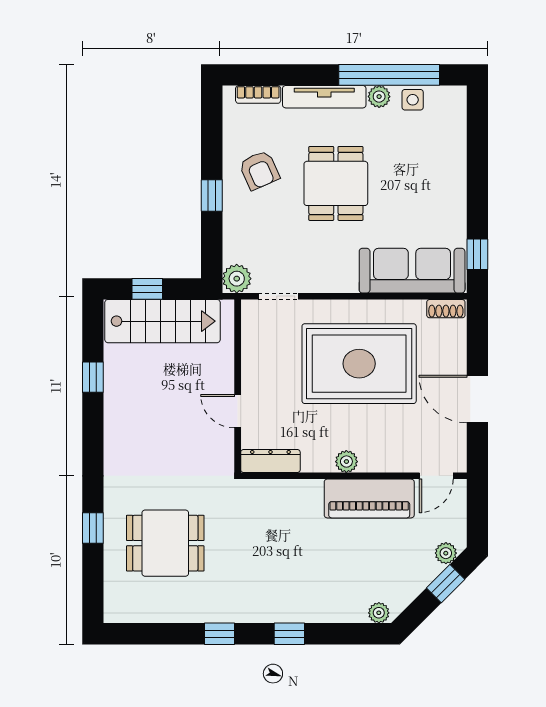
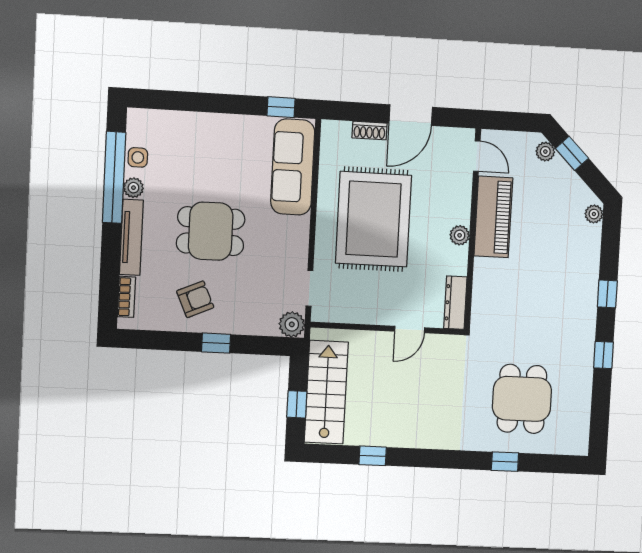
shoe rack: (446, 309) -> (369, 130), moved, turned 90

